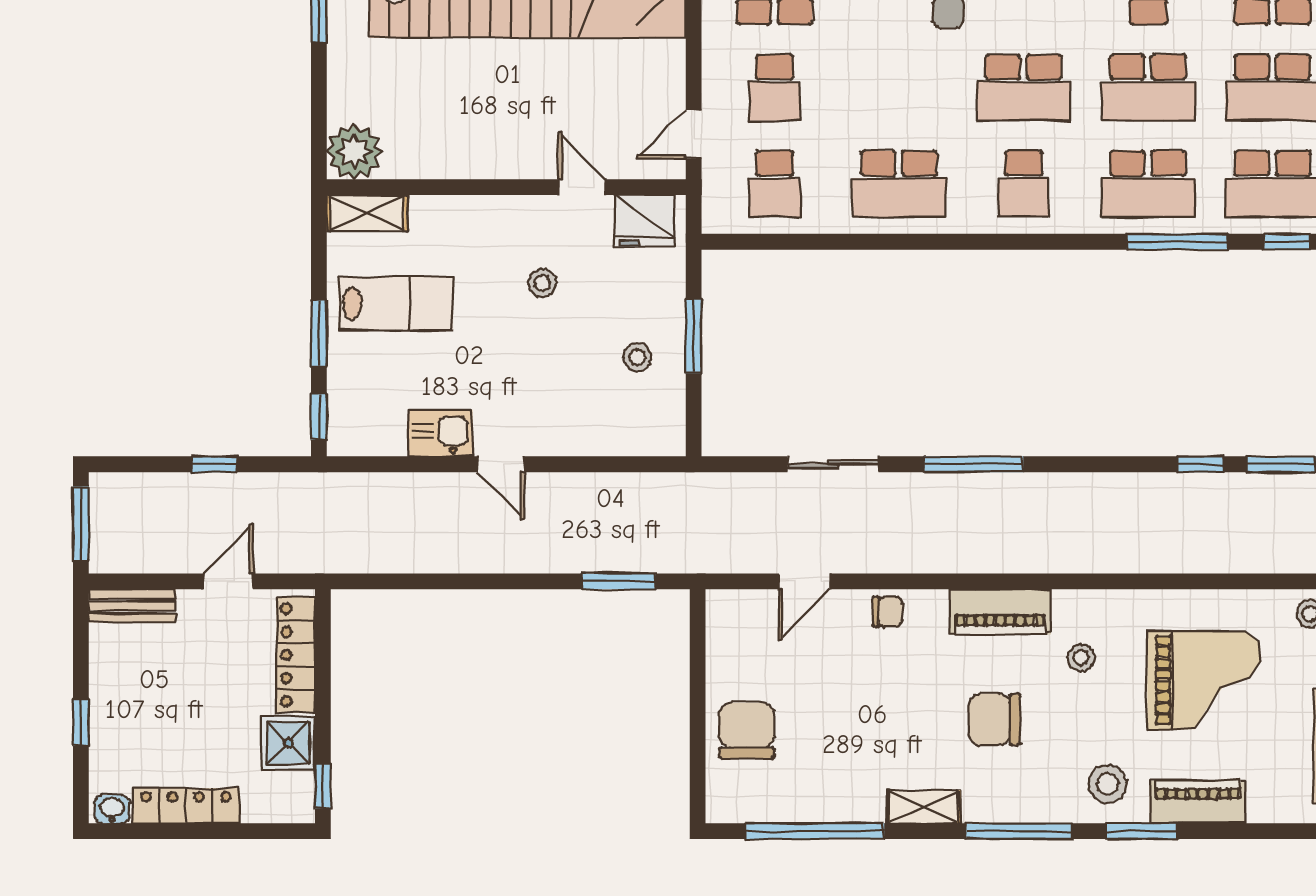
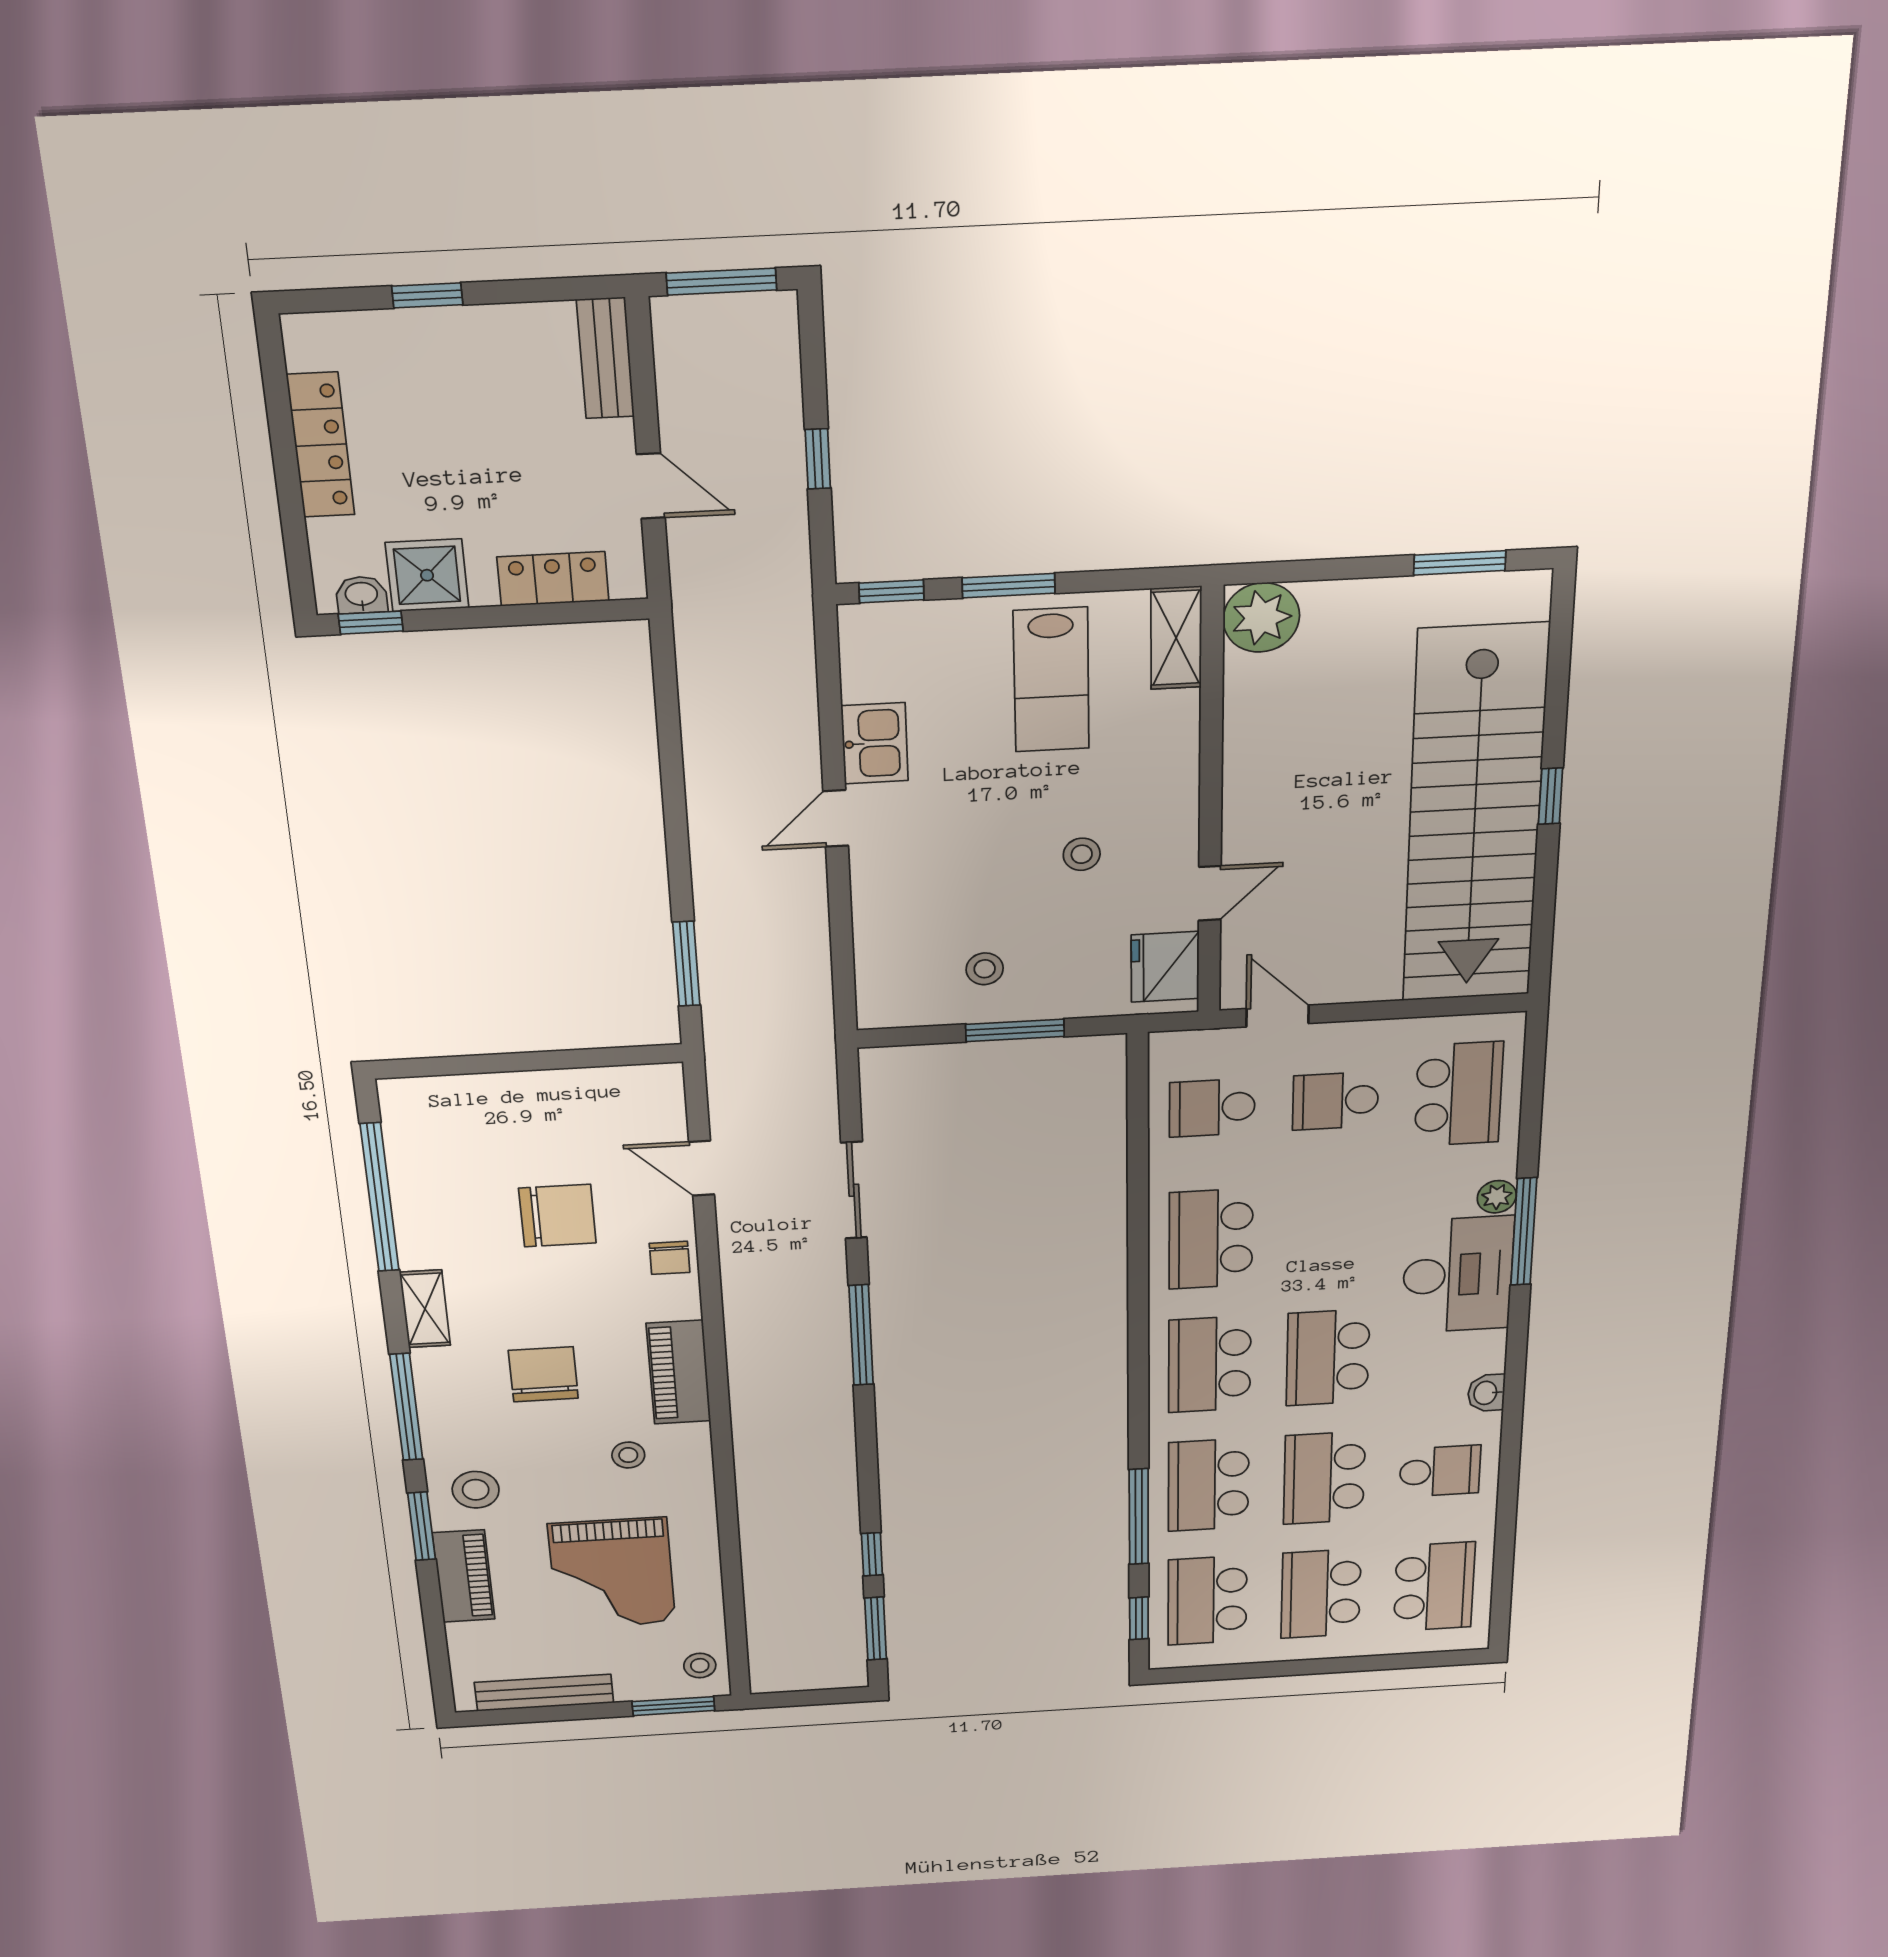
school desk: (1024, 184) -> (1210, 1364), width x1.85
locker: (296, 655) -> (553, 579), width x0.66
chair: (747, 730) -> (557, 1216), moved
washbasin: (112, 809) -> (361, 595), moved, turned -90

